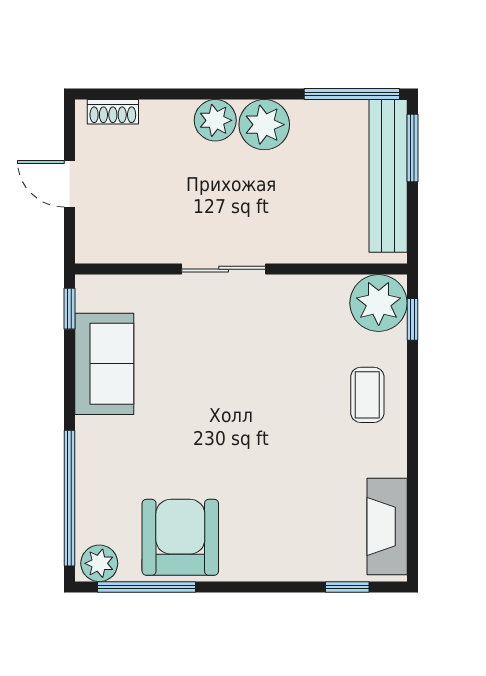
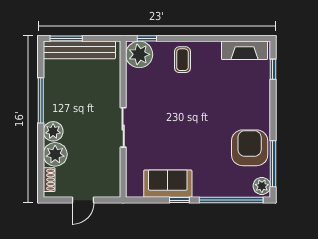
window: (352, 94) -> (41, 100), moved
plant: (264, 125) -> (55, 154), moved
window: (70, 309) -> (179, 200), moved
coffee table: (367, 395) -> (182, 60), turned 90
armchair: (180, 537) -> (250, 148), turned 90

